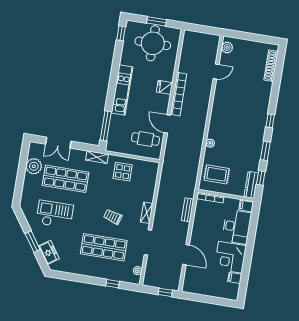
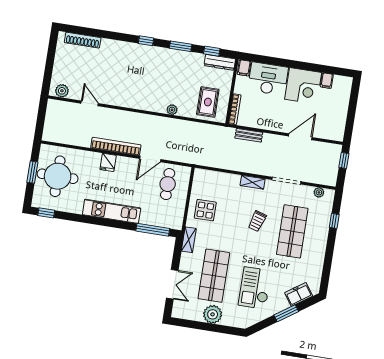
plant: (34, 166) -> (213, 314), moved

